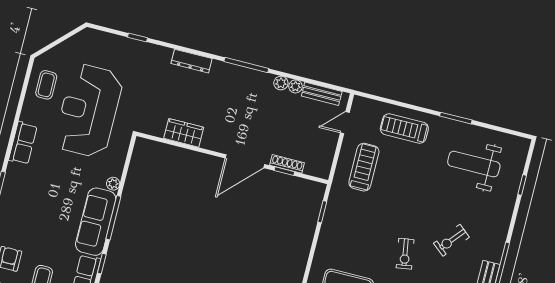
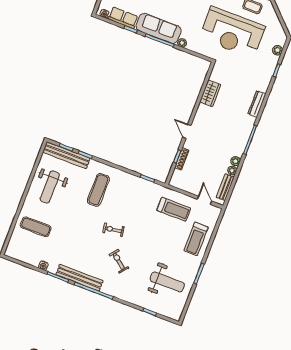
plant: (108, 40) -> (277, 50), added
reception desk: (89, 111) -> (232, 32), turned 180
treadmill: (404, 128) -> (196, 239), turned 180
door: (245, 161) -> (187, 131), width x0.53
weight bench: (474, 164) -> (167, 282), turned 90

